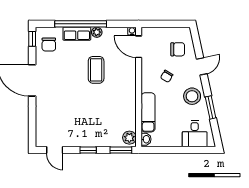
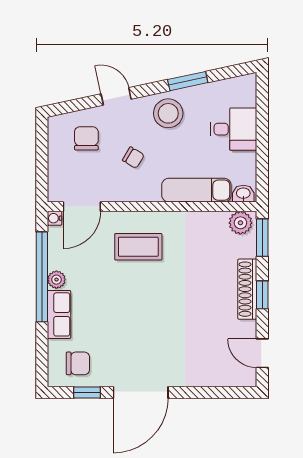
window: (81, 24) -> (42, 277), moved
window: (32, 39) -> (87, 392), moved
coffee table: (96, 70) -> (138, 247), moved
desk: (195, 134) -> (234, 129), moved
shoe rack: (91, 142) -> (247, 289), added
door: (55, 150) -> (262, 353), swing flipped

